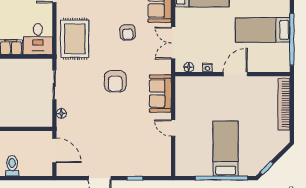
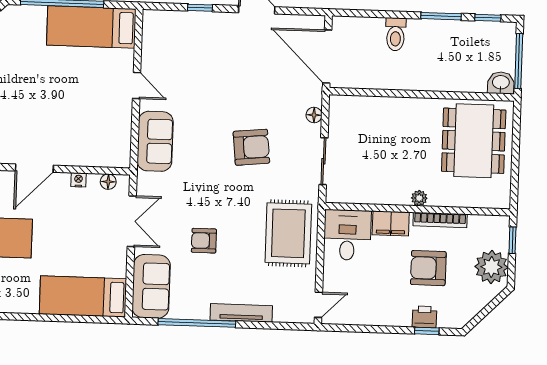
armchair: (128, 32) -> (204, 241), turned -85
armchair: (115, 81) -> (251, 147), moved, turned 84
bed: (226, 149) -> (91, 27), moved, turned 90
door: (54, 150) -> (327, 57), width x1.36

